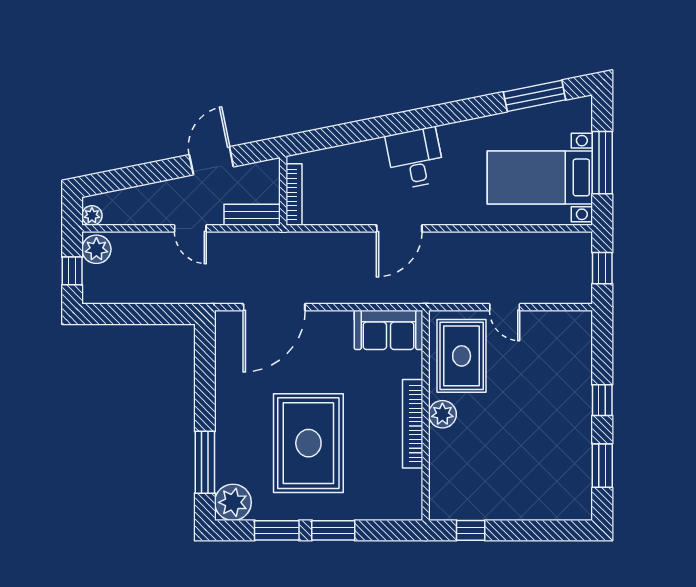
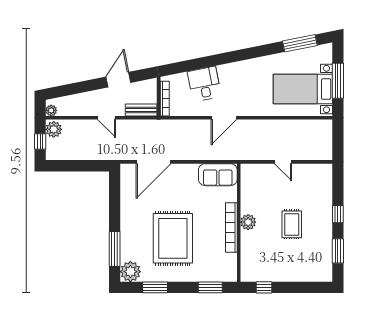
desk: (415, 158) -> (204, 84), moved
window: (602, 268) -> (338, 140), removed
rug: (462, 356) -> (292, 224), moved, width x0.73, depth x0.70
window: (333, 530) -> (210, 287), moved

